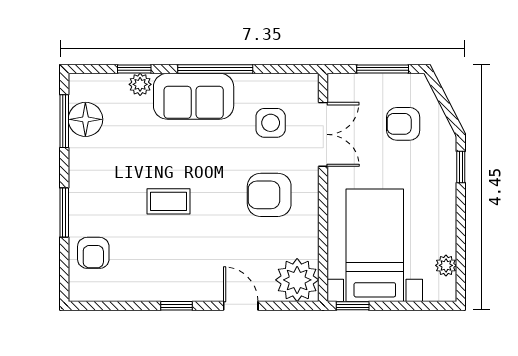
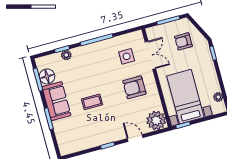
sofa: (194, 96) -> (56, 101), moved, turned -90
armchair: (93, 253) -> (66, 133), removed

